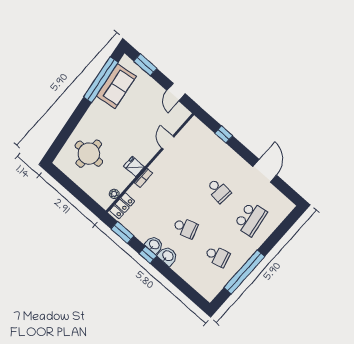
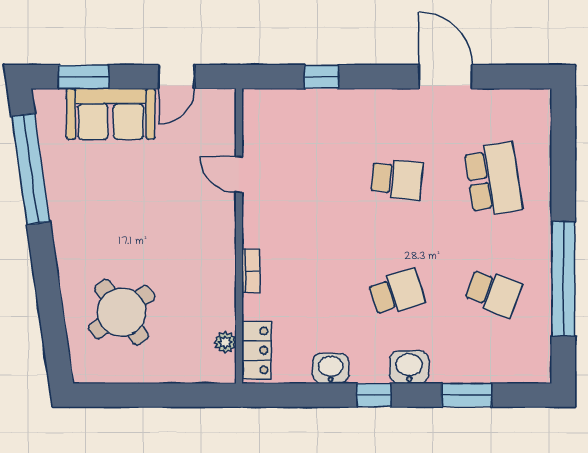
sofa: (116, 86) -> (111, 114), moved, turned 98
door: (176, 92) -> (177, 77), hinge flipped
round table: (89, 154) -> (122, 312), turned -36
fridge: (134, 167) -> (218, 266), removed
window: (122, 232) -> (467, 395), moved
washbasin: (154, 245) -> (331, 368), moved
school desk: (217, 256) -> (493, 293), turned 36

